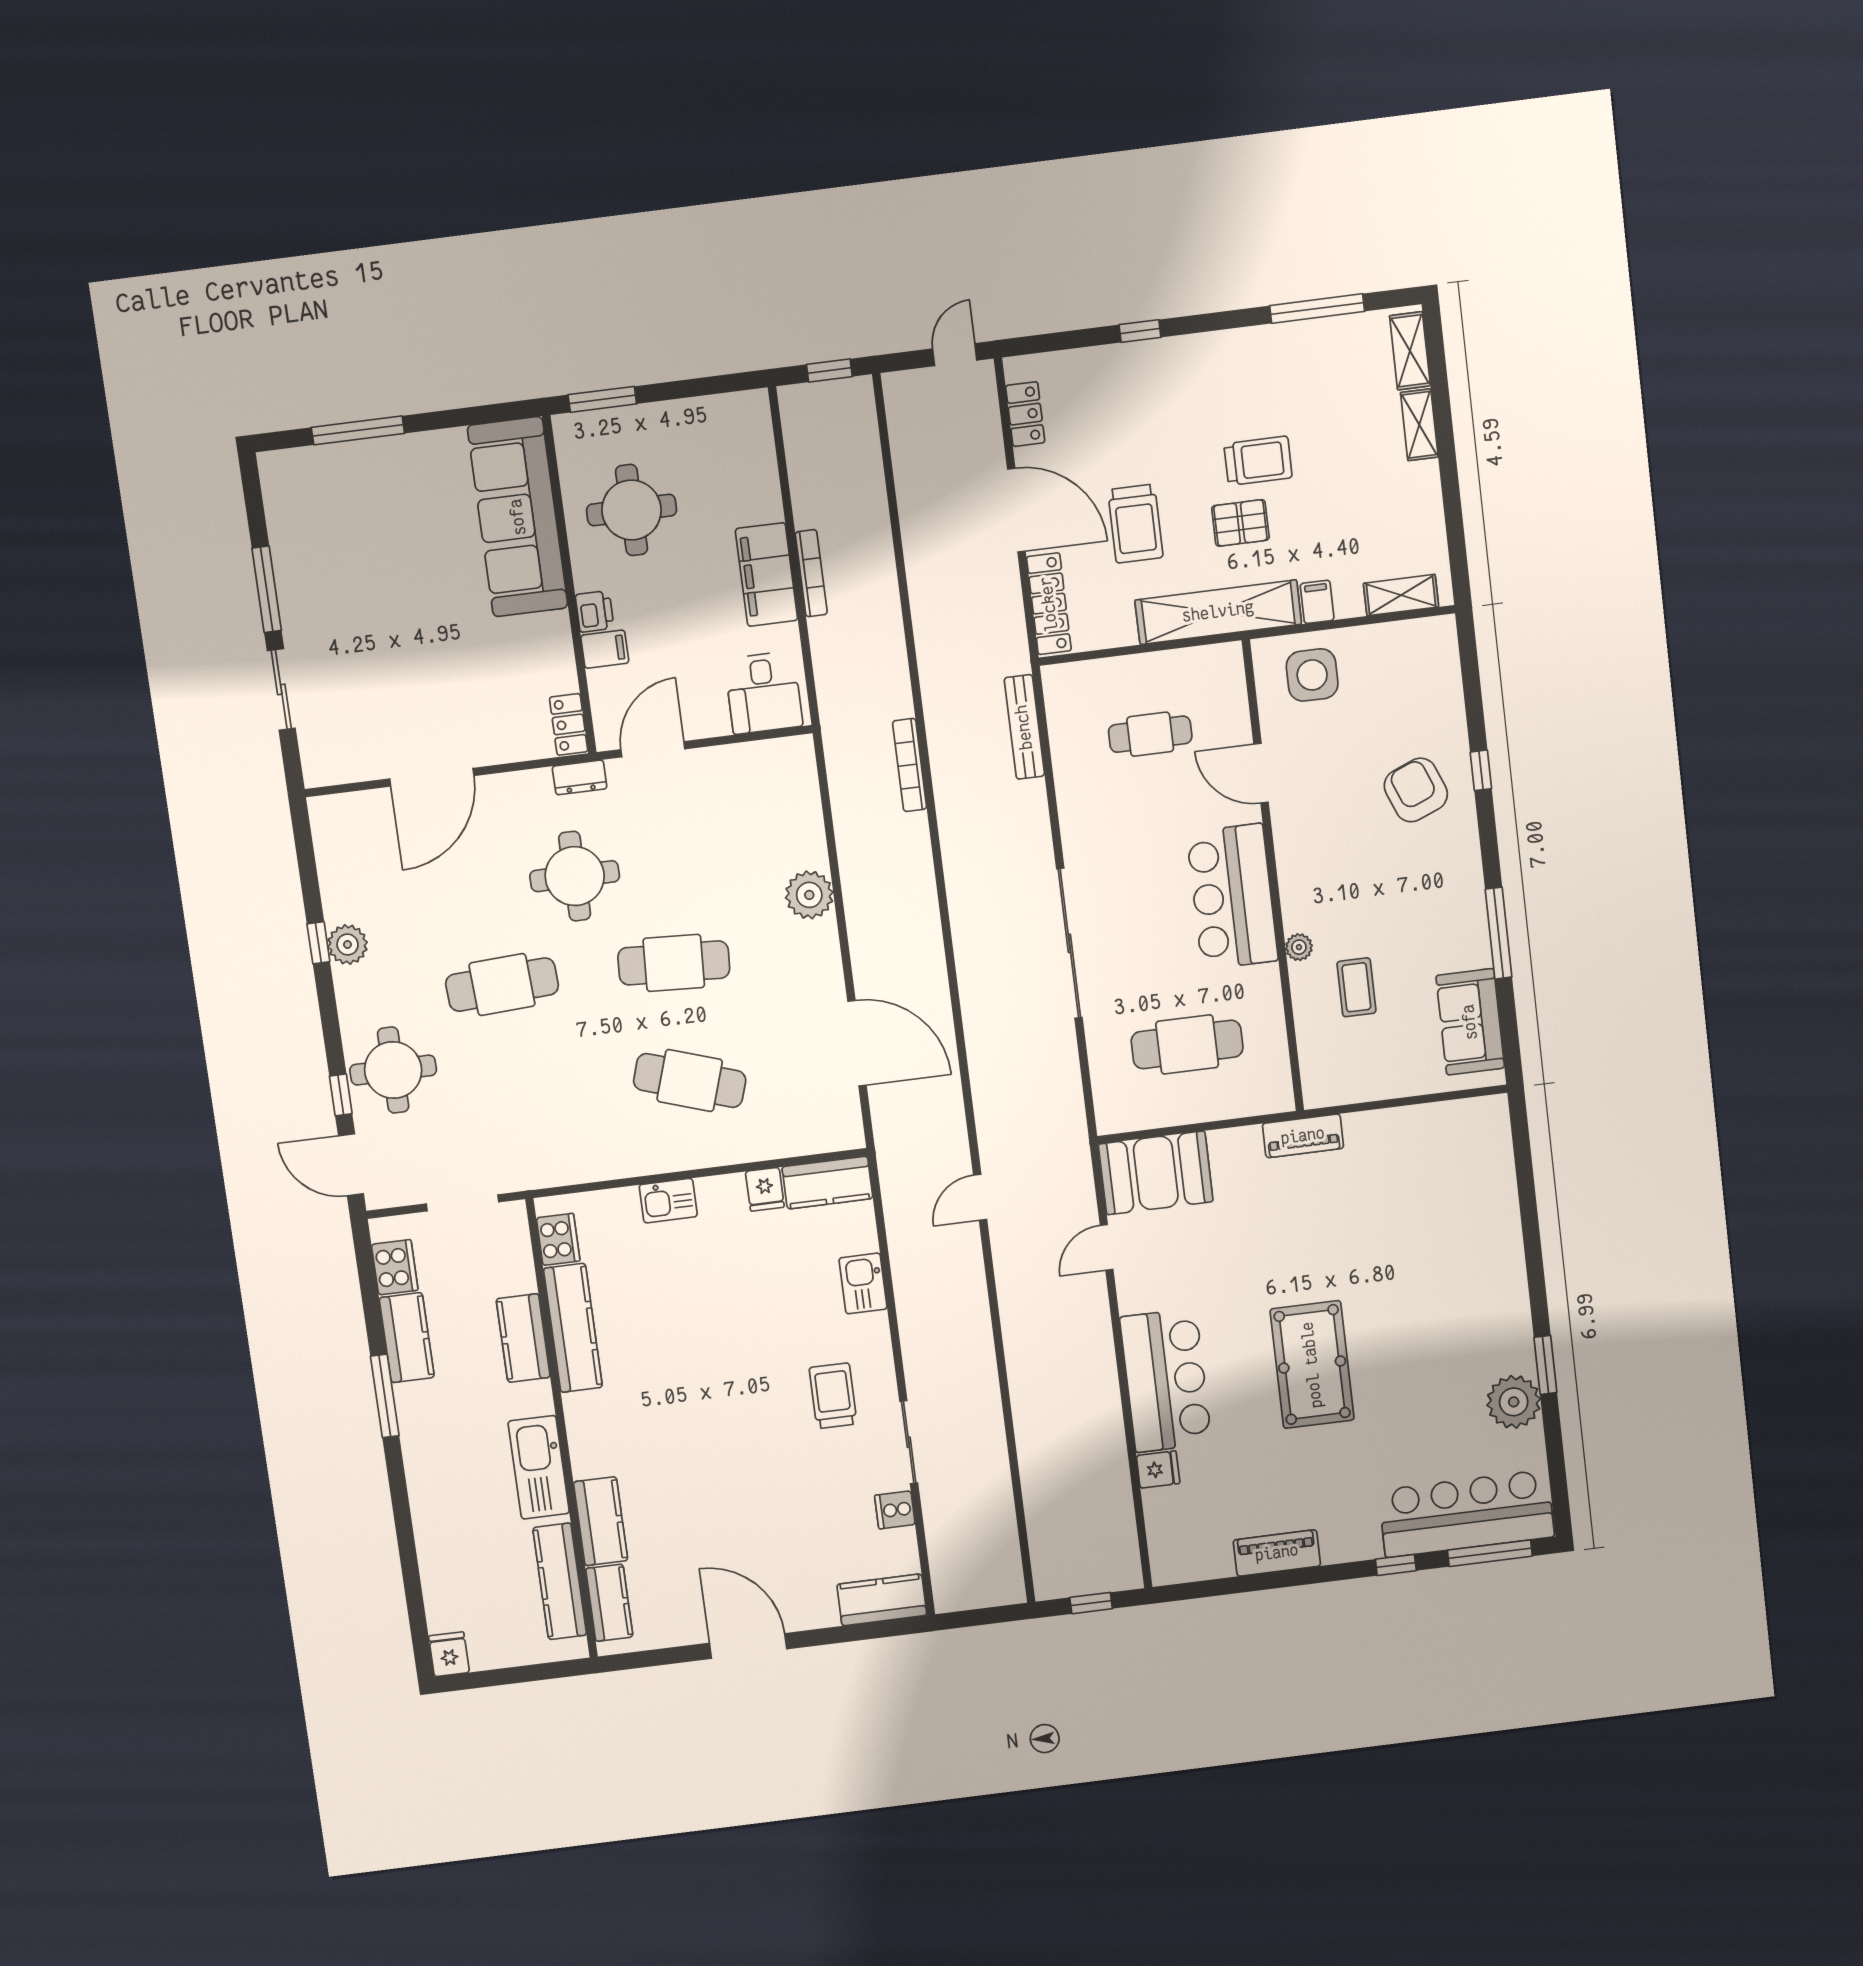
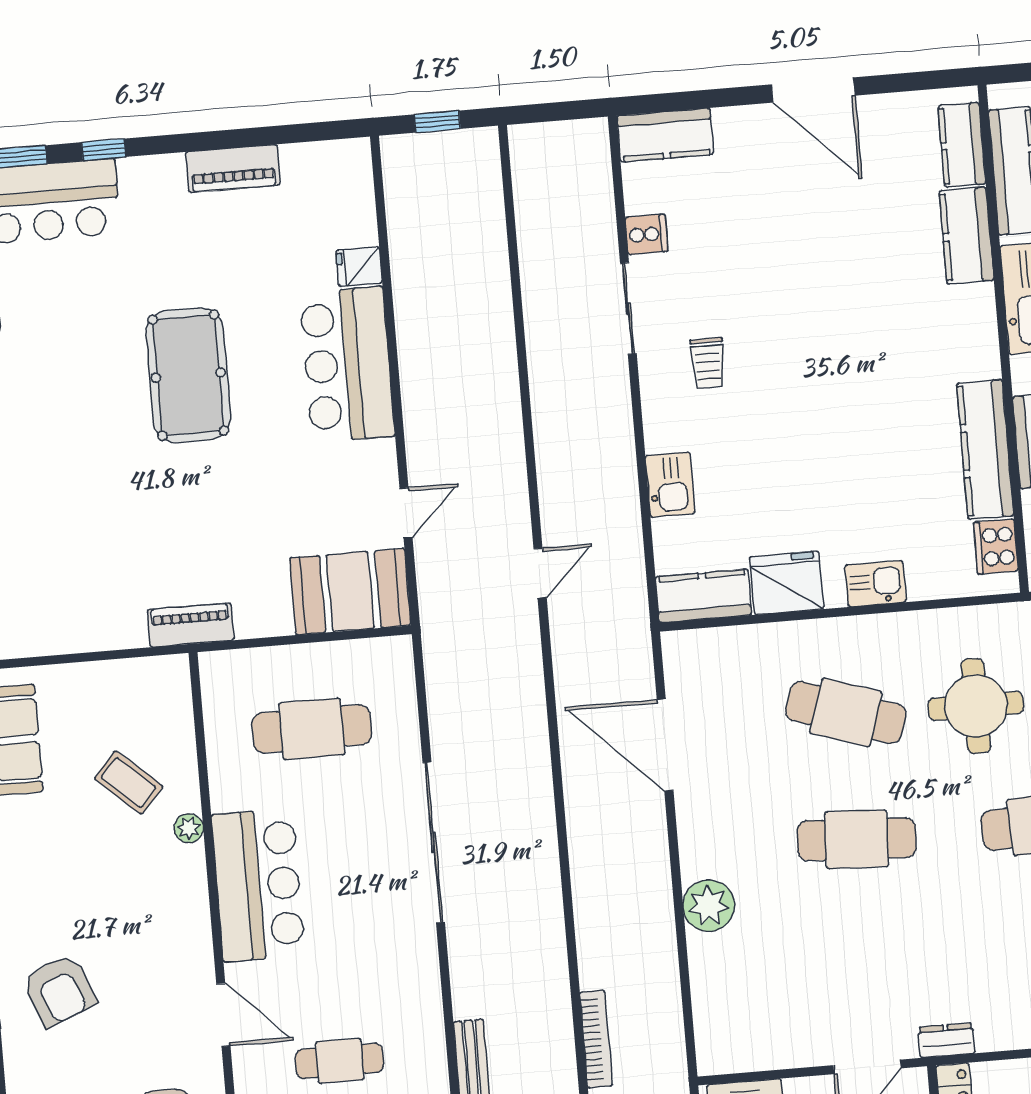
round table: (575, 876) -> (976, 706), moved
coffee table: (1356, 987) -> (129, 783), turned -48
fridge: (765, 1189) -> (787, 583), width x1.88, depth x1.34
trolley: (833, 1396) -> (708, 363), width x0.73, depth x0.72

